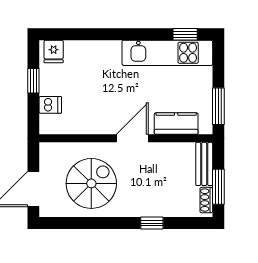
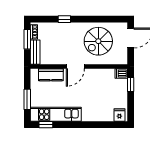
window: (33, 81) -> (131, 84), moved
dishwasher: (50, 105) -> (121, 73), moved
window: (218, 106) -> (27, 99), moved

